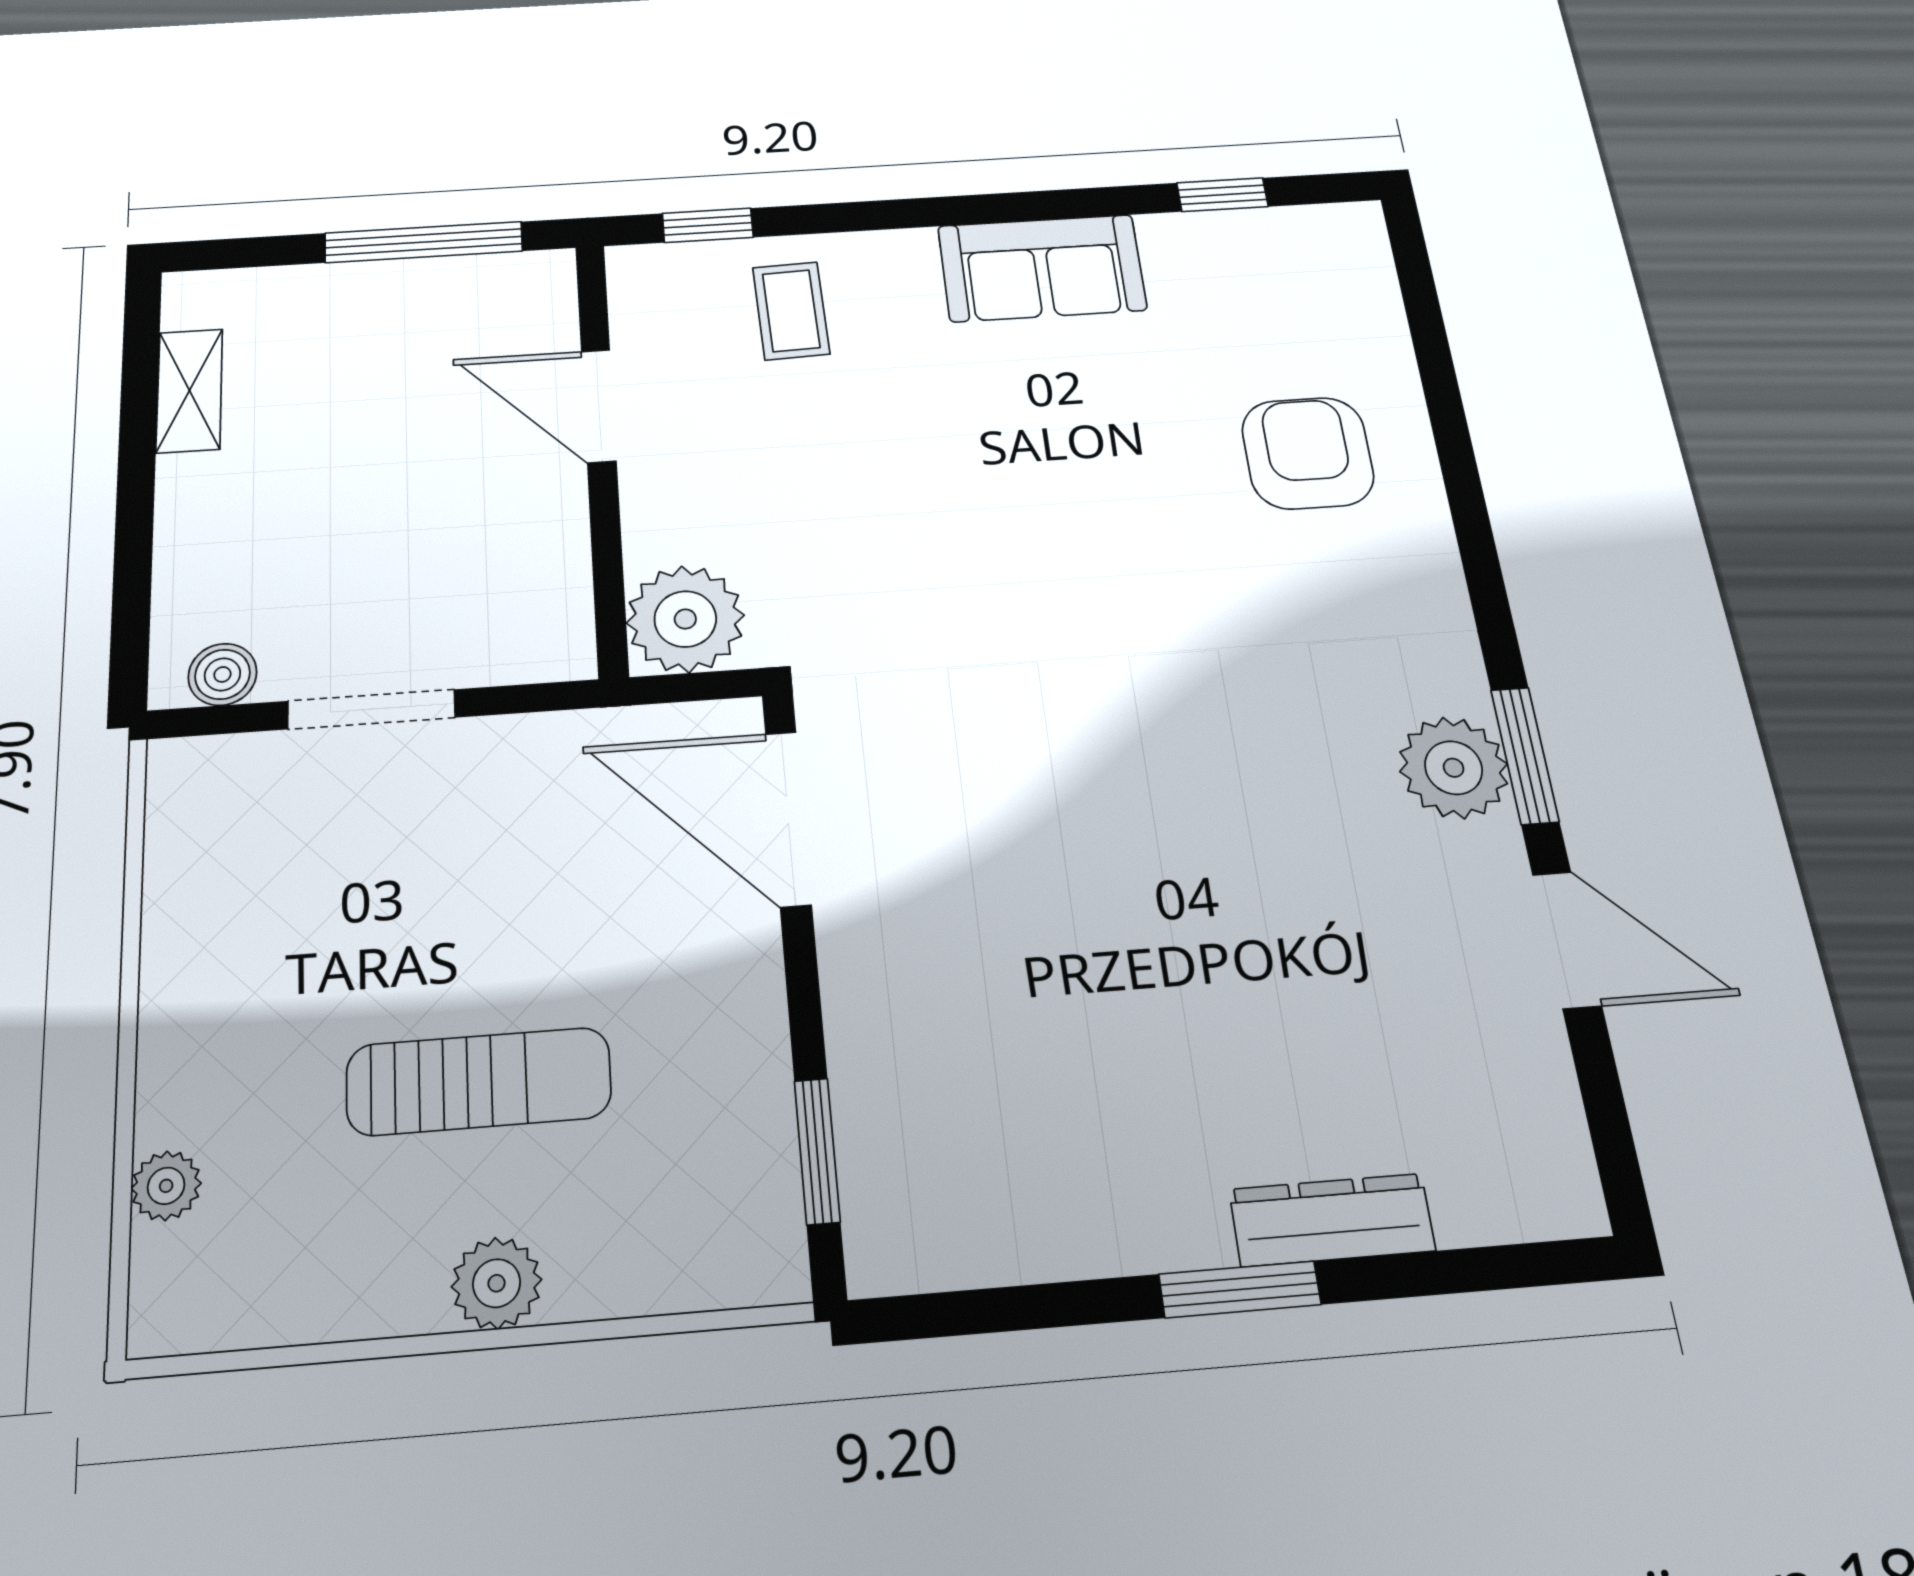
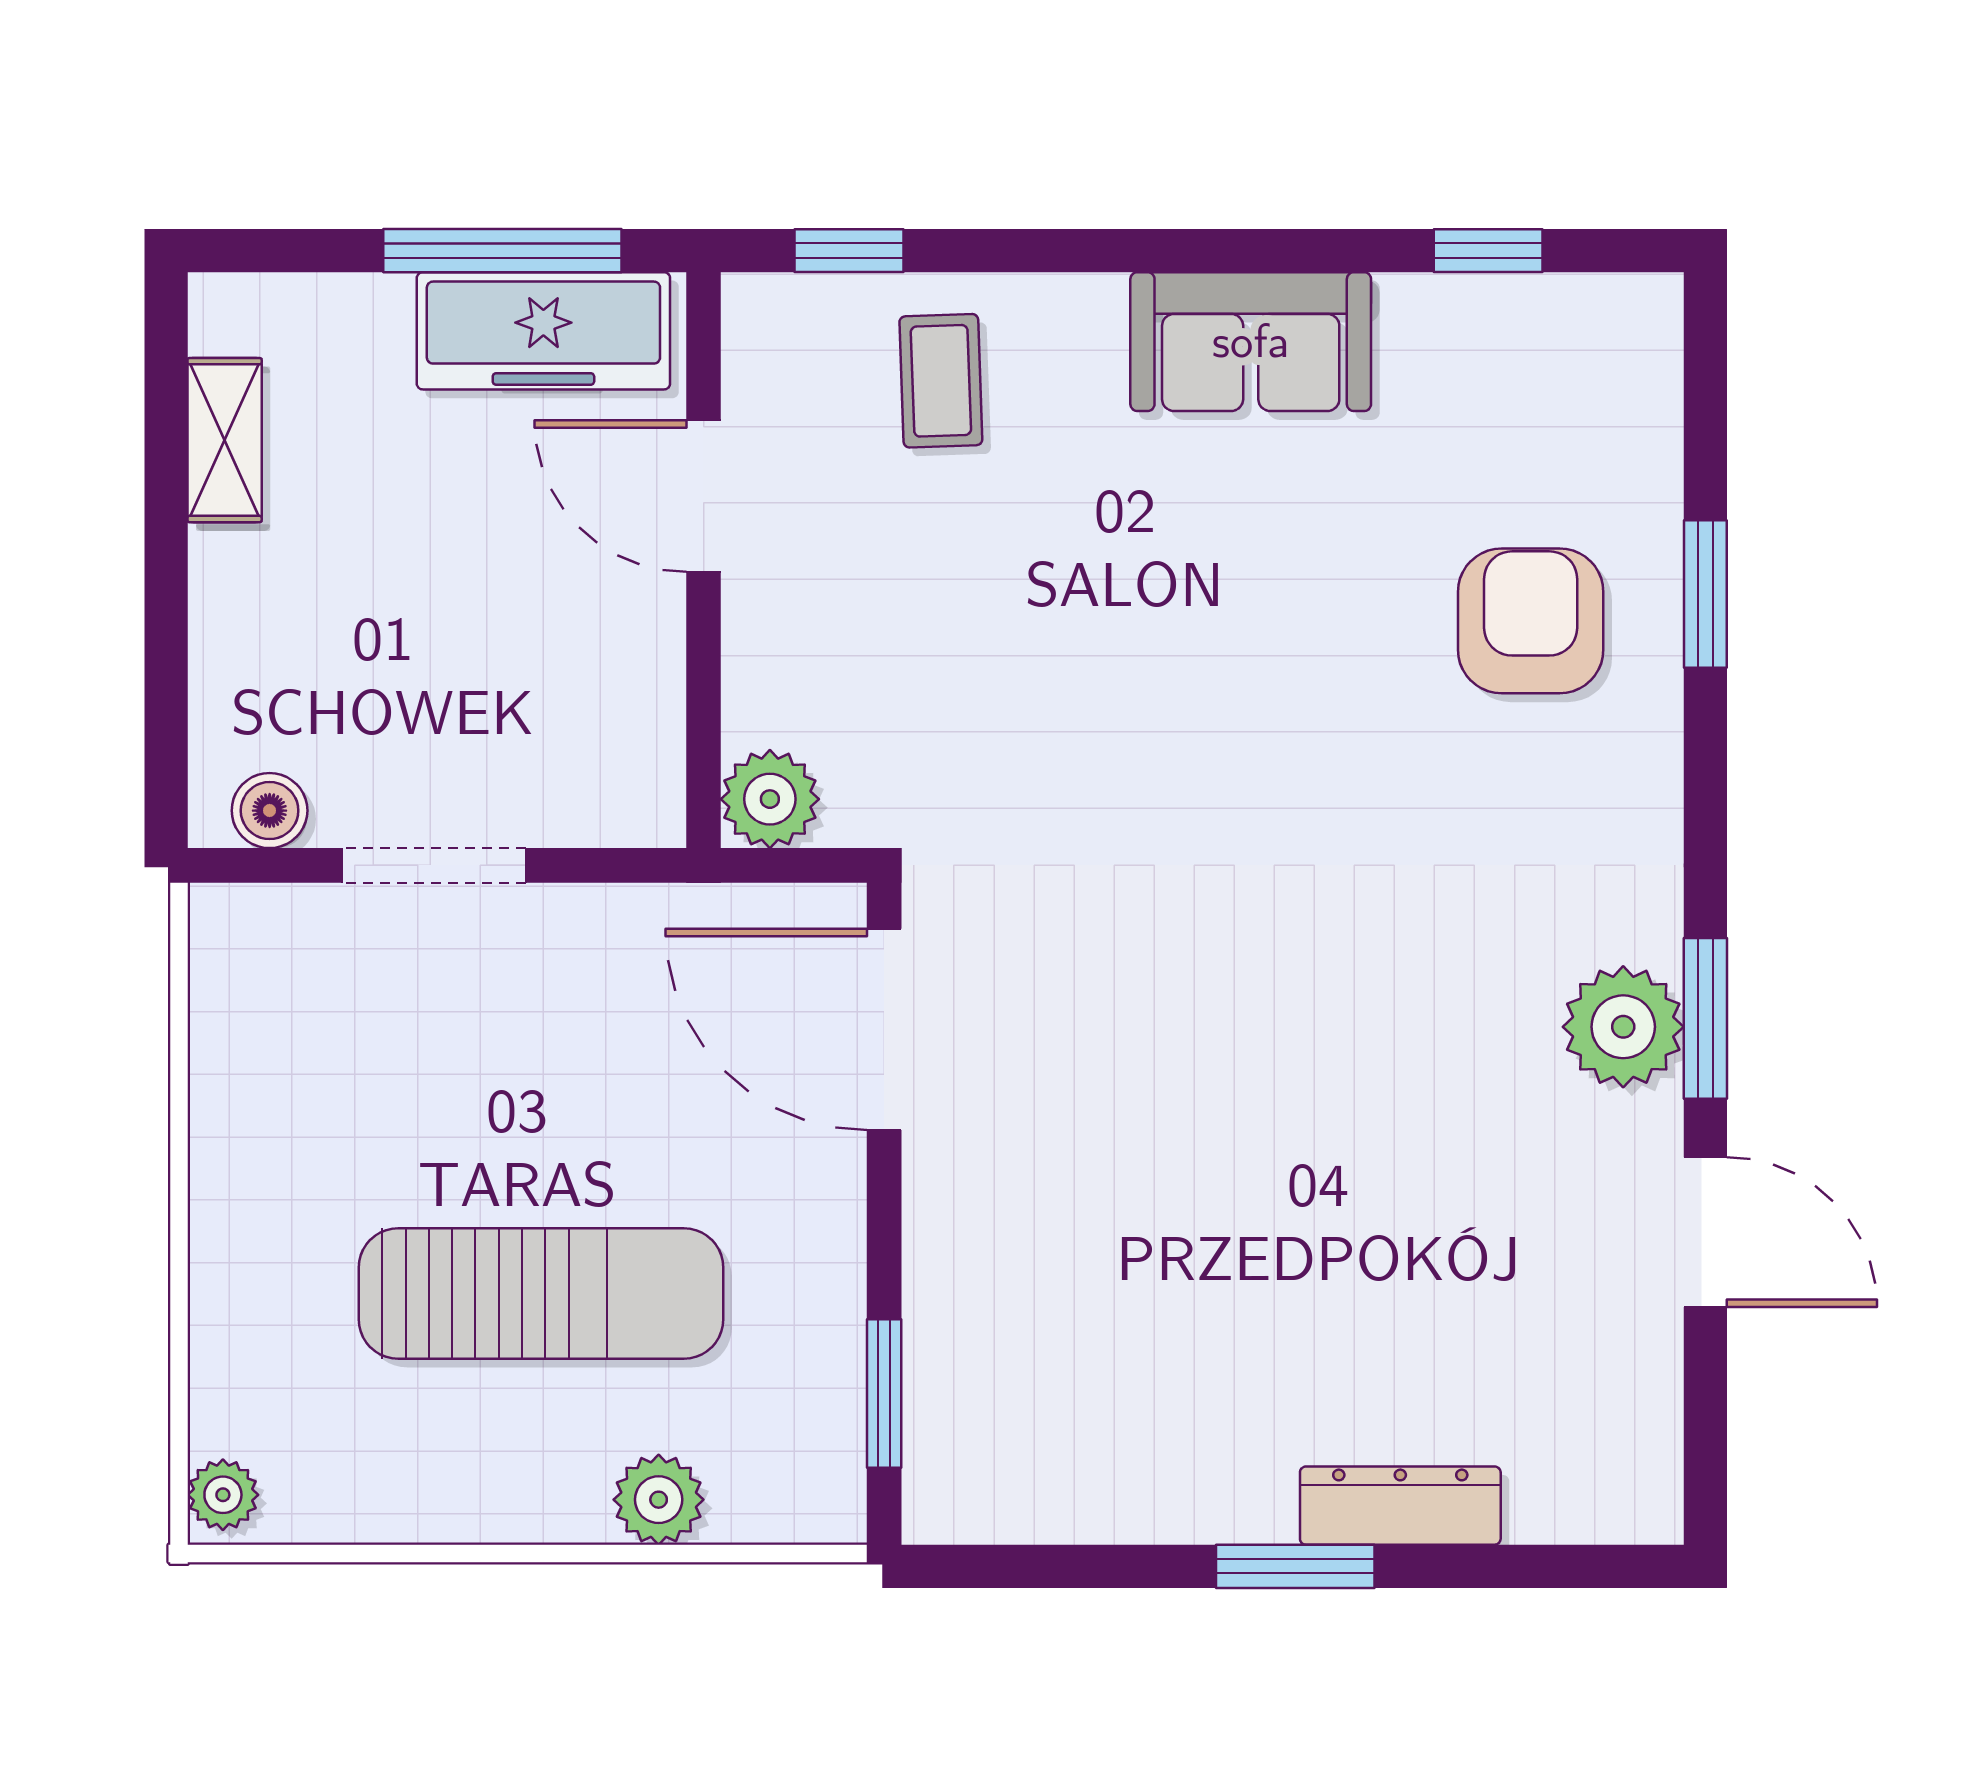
freezer: (459, 296) -> (543, 331), added
window: (1449, 424) -> (1705, 594), added
plant: (685, 619) -> (770, 799), width x0.73, depth x0.73
sun lounger: (479, 1081) -> (541, 1293), width x1.36, depth x1.34
plant: (166, 1186) -> (223, 1495), moved
plant: (497, 1283) -> (659, 1500), moved

